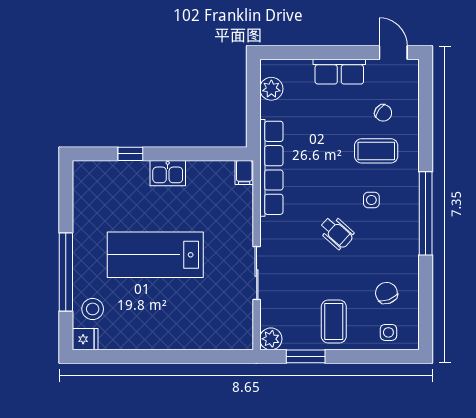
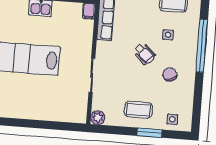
chair: (386, 293) -> (170, 75), moved
coffee table: (334, 322) -> (138, 110), turned 90
window: (306, 356) -> (149, 133), moved

